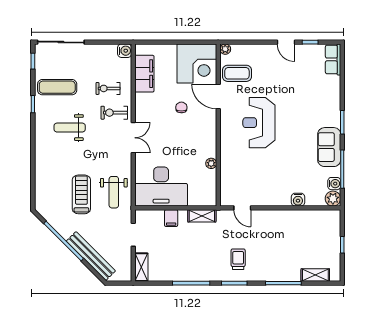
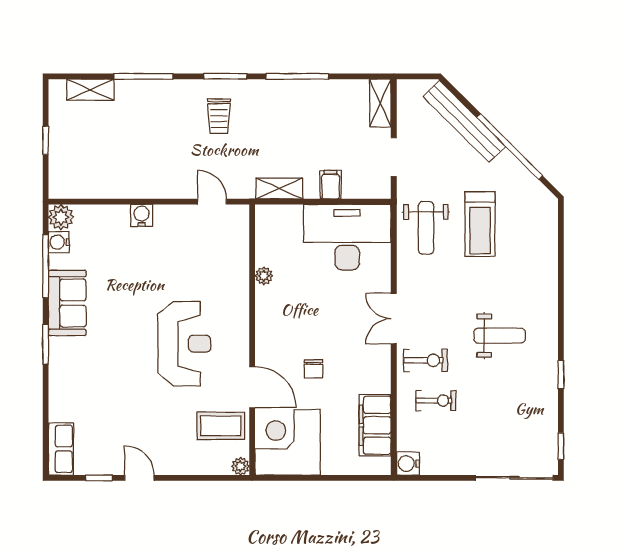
exercise mat: (57, 87) -> (520, 403), removed
weight bench: (114, 192) -> (426, 228), turned 180
water cooler: (298, 200) -> (141, 215), moved

